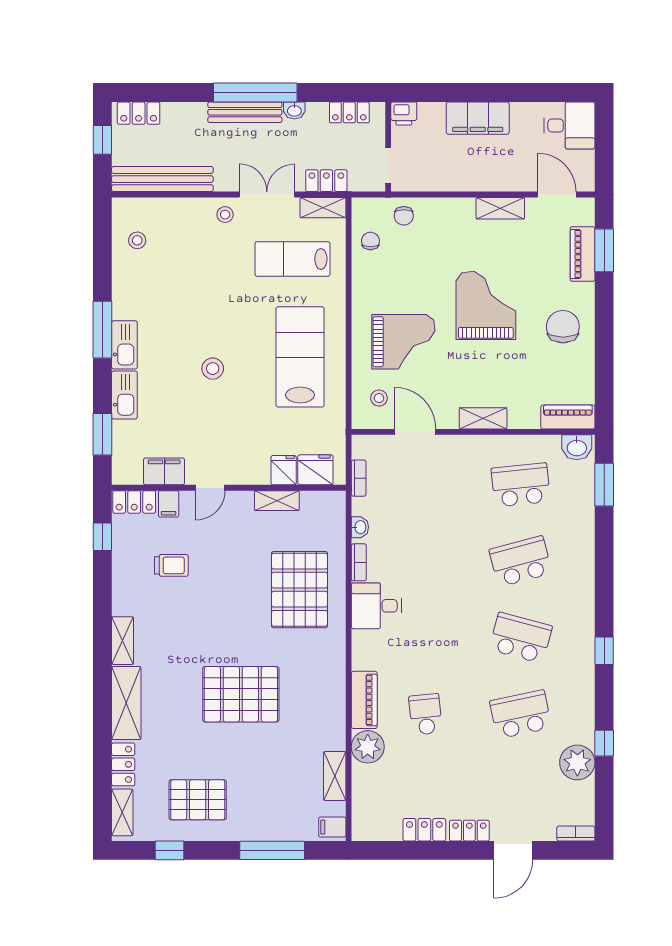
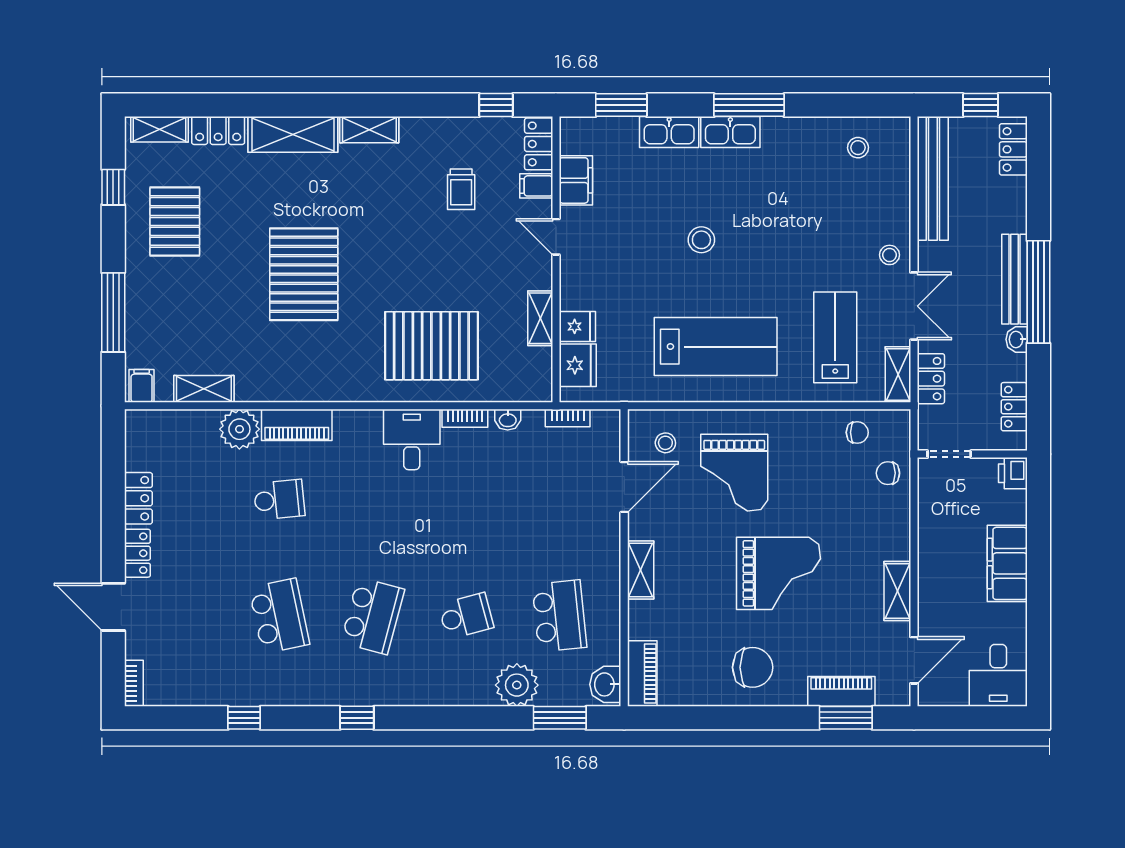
school desk: (521, 561) -> (466, 616), width x0.54
plant: (577, 762) -> (517, 685), moved

